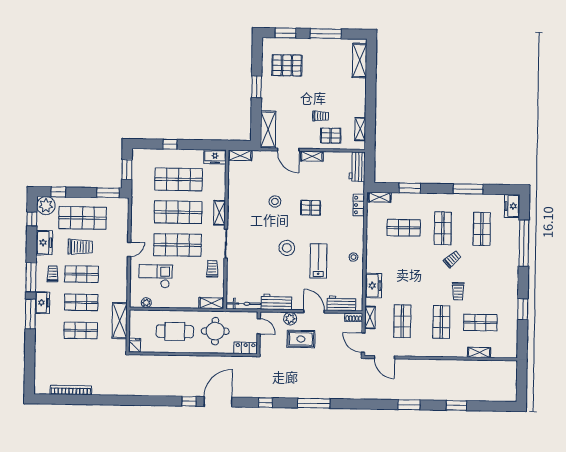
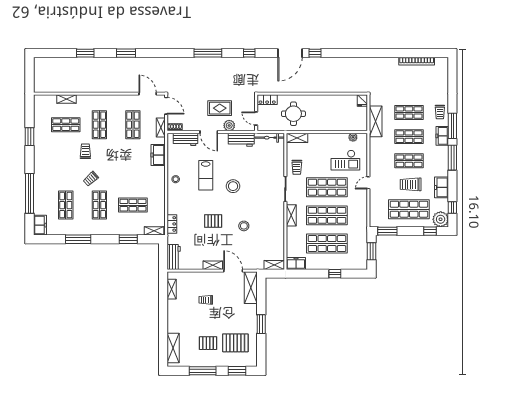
pallet: (331, 136) -> (208, 343), moved
trolley: (53, 274) -> (440, 112), moved
cafe table: (175, 331) -> (328, 113), removed

